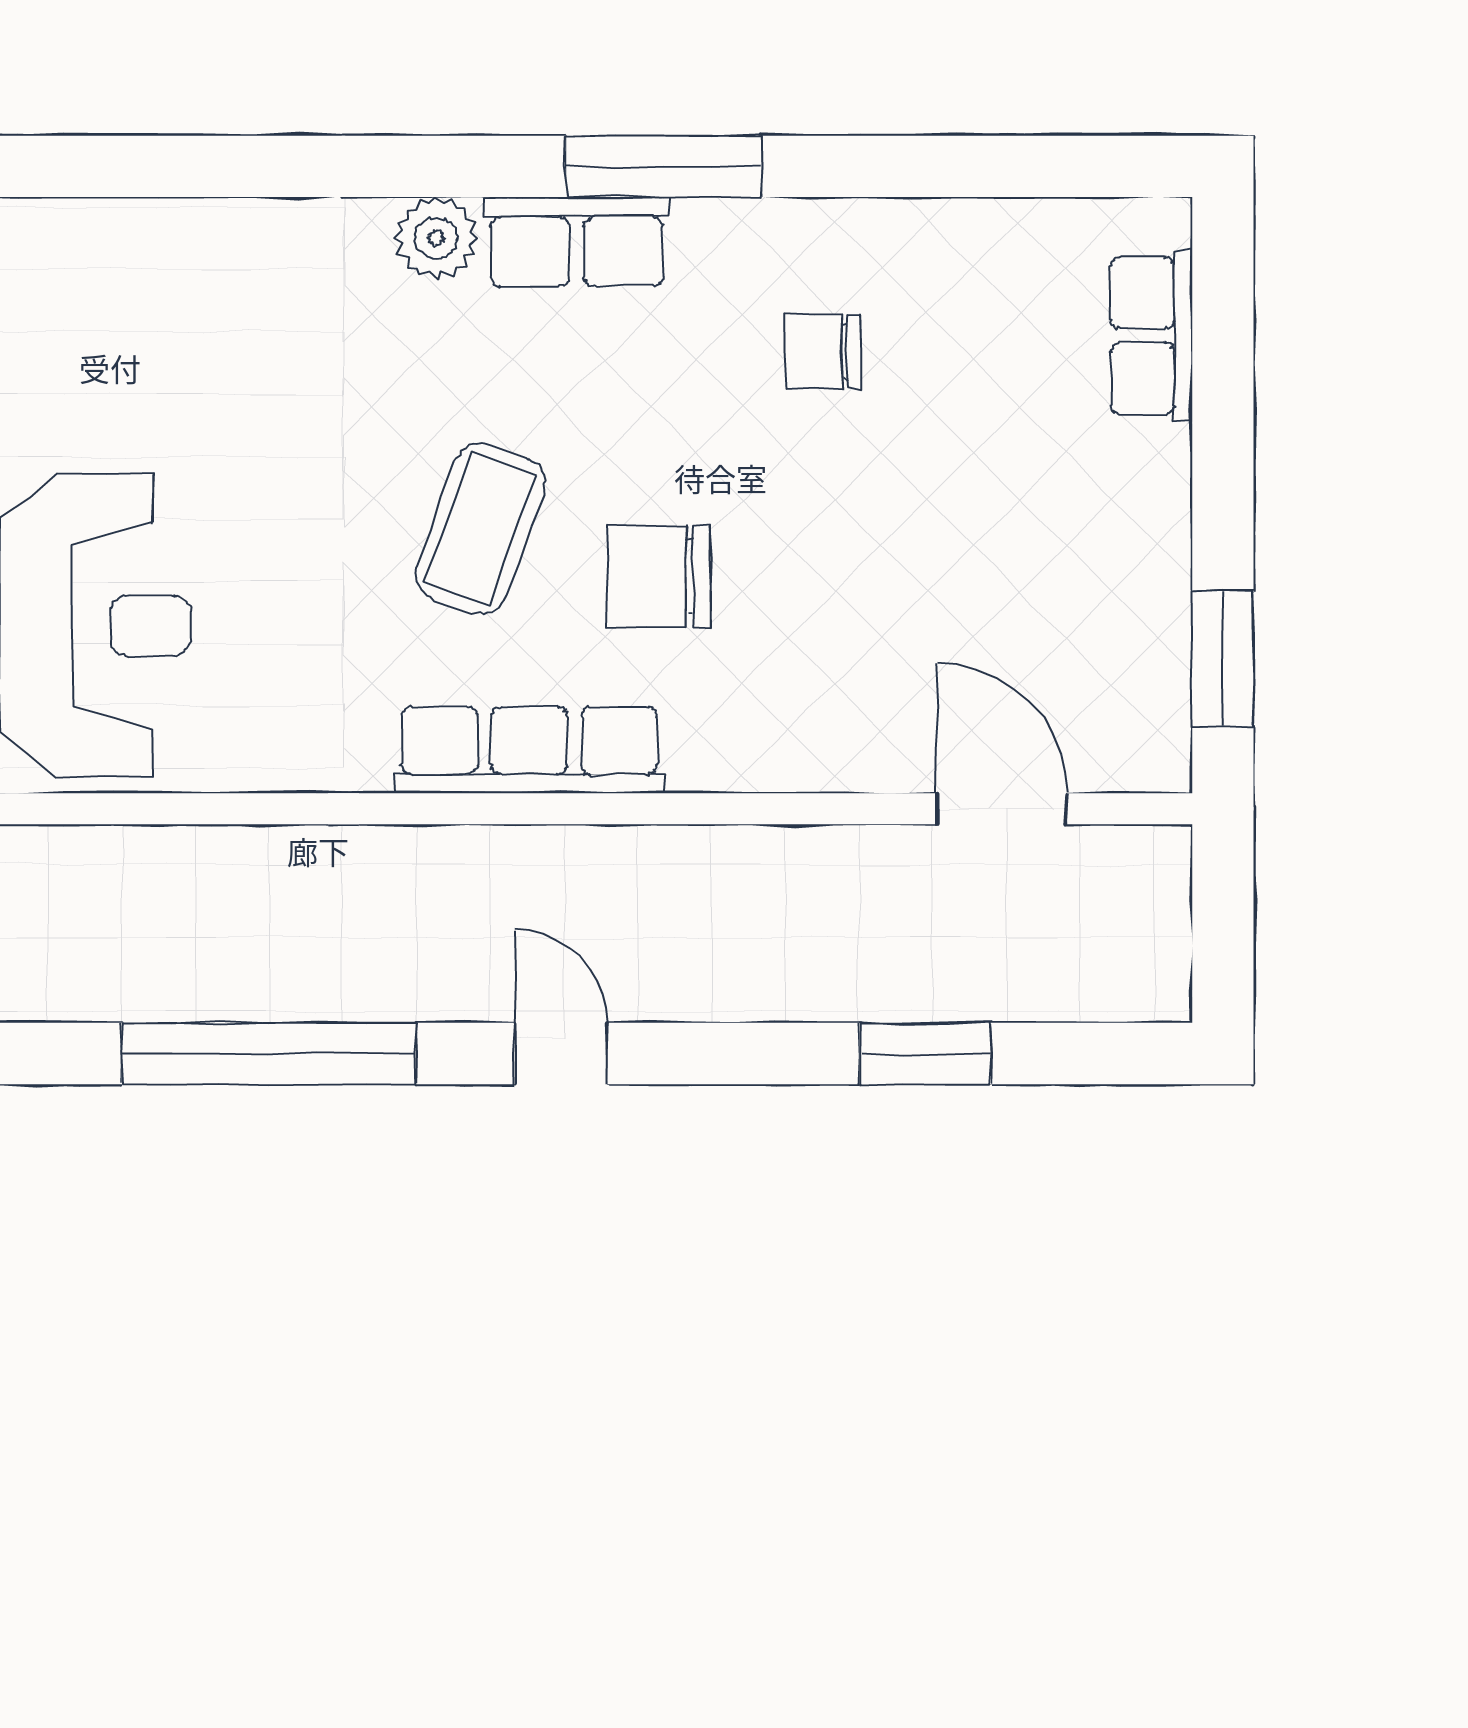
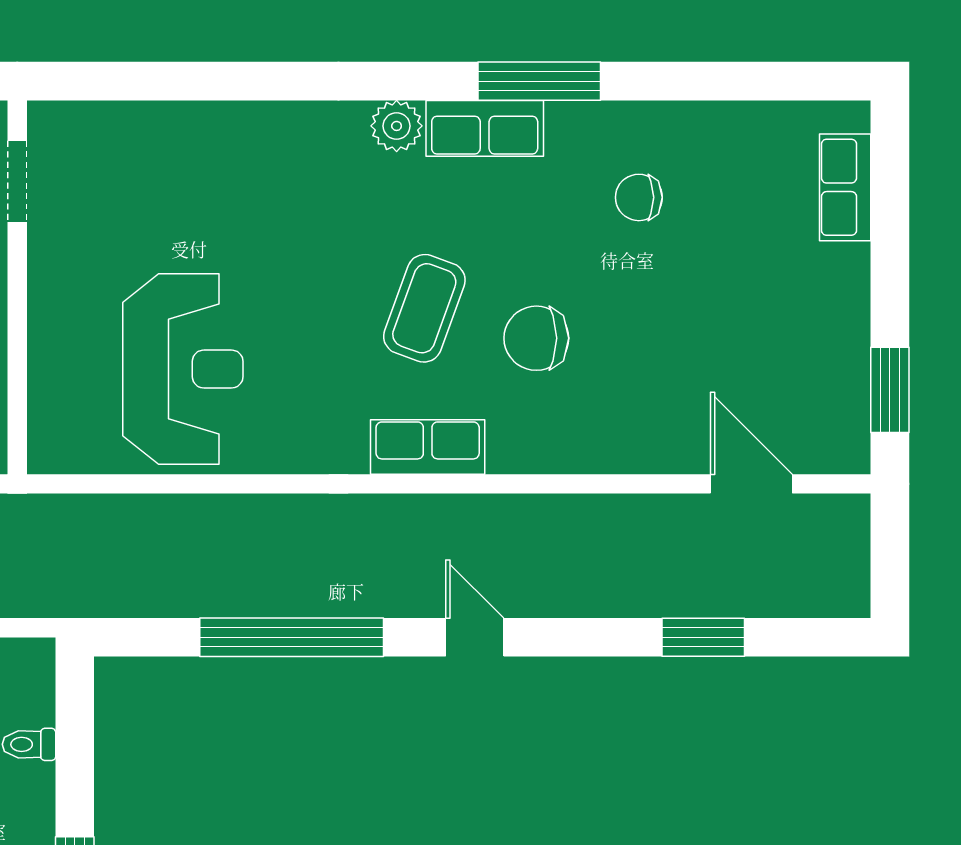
row of seats: (529, 750) -> (428, 447), width x0.68

